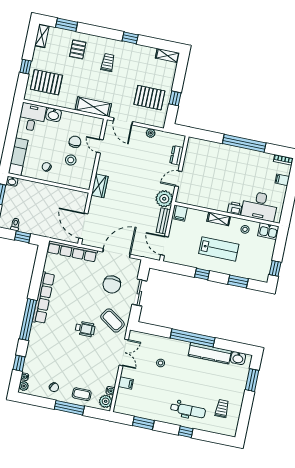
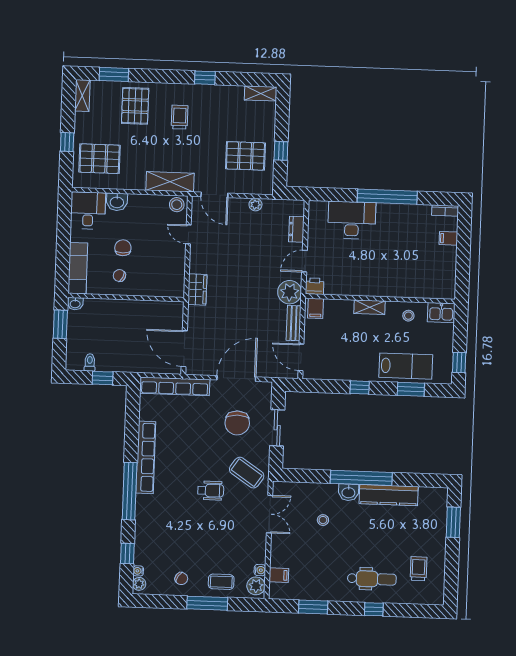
pallet: (78, 49) -> (135, 106), width x1.50, depth x1.42
chair: (75, 142) -> (123, 248), moved
stool: (71, 160) -> (177, 205), moved
desk: (260, 206) -> (352, 220), moved, turned 180
printer: (235, 208) -> (315, 286), moved
lab bench: (219, 249) -> (406, 366), moved
washbasin: (238, 358) -> (348, 492), moved
filing cabinet: (126, 383) -> (279, 575), moved

